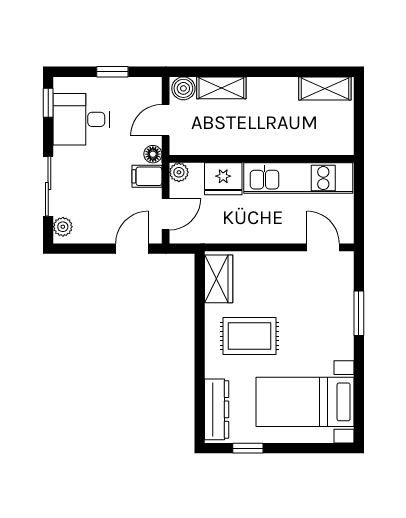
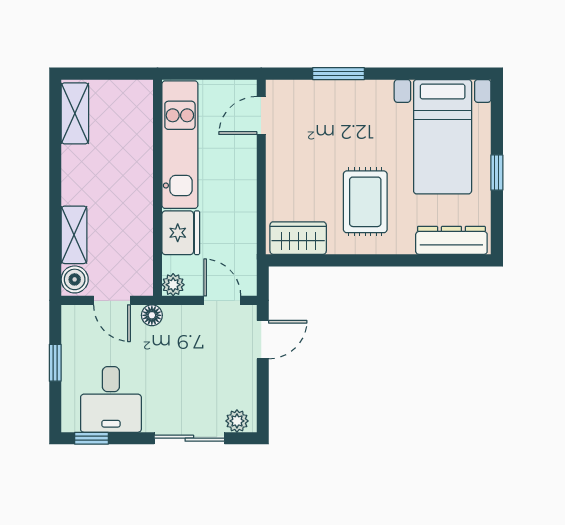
filing cabinet: (147, 176) -> (178, 322), removed
door: (132, 249) -> (263, 340), swing flipped
window: (248, 448) -> (497, 173), moved

